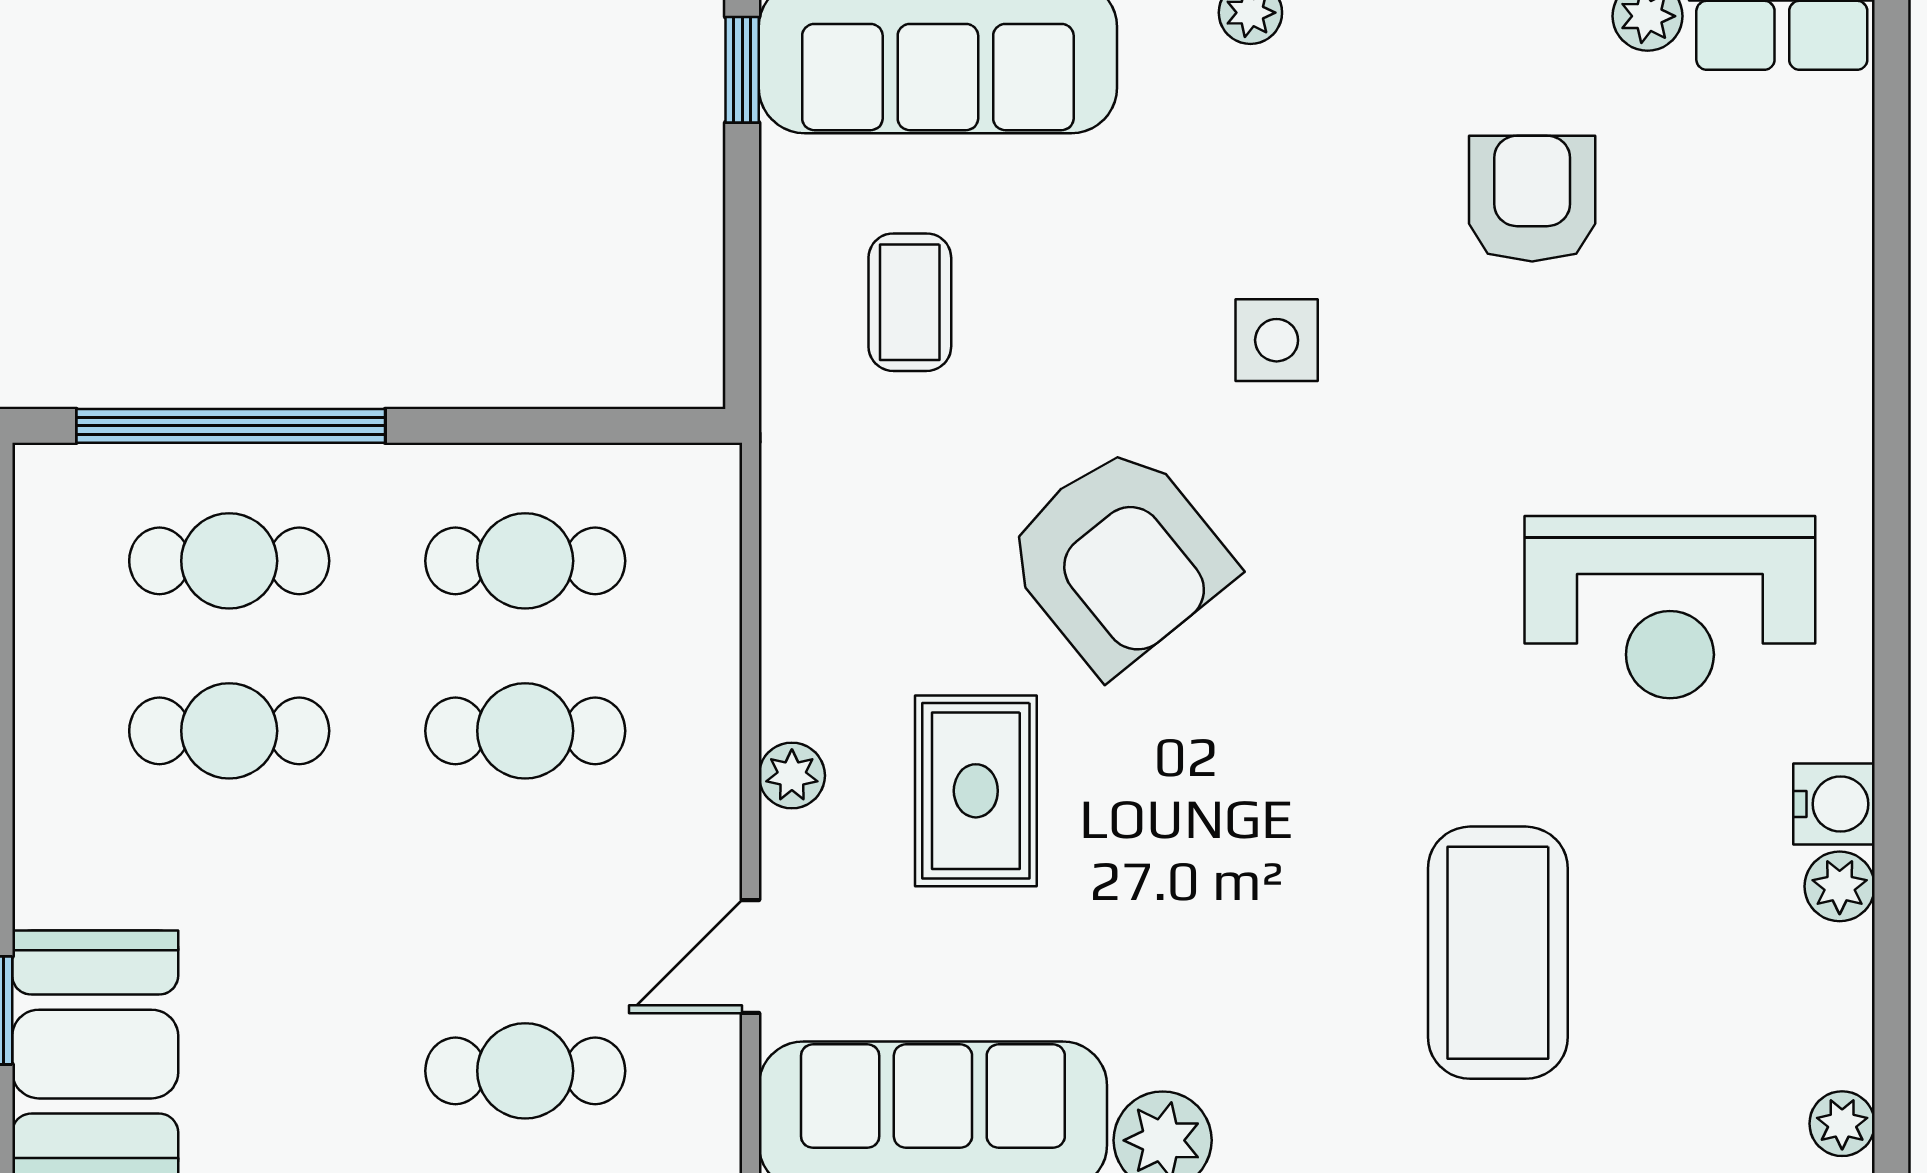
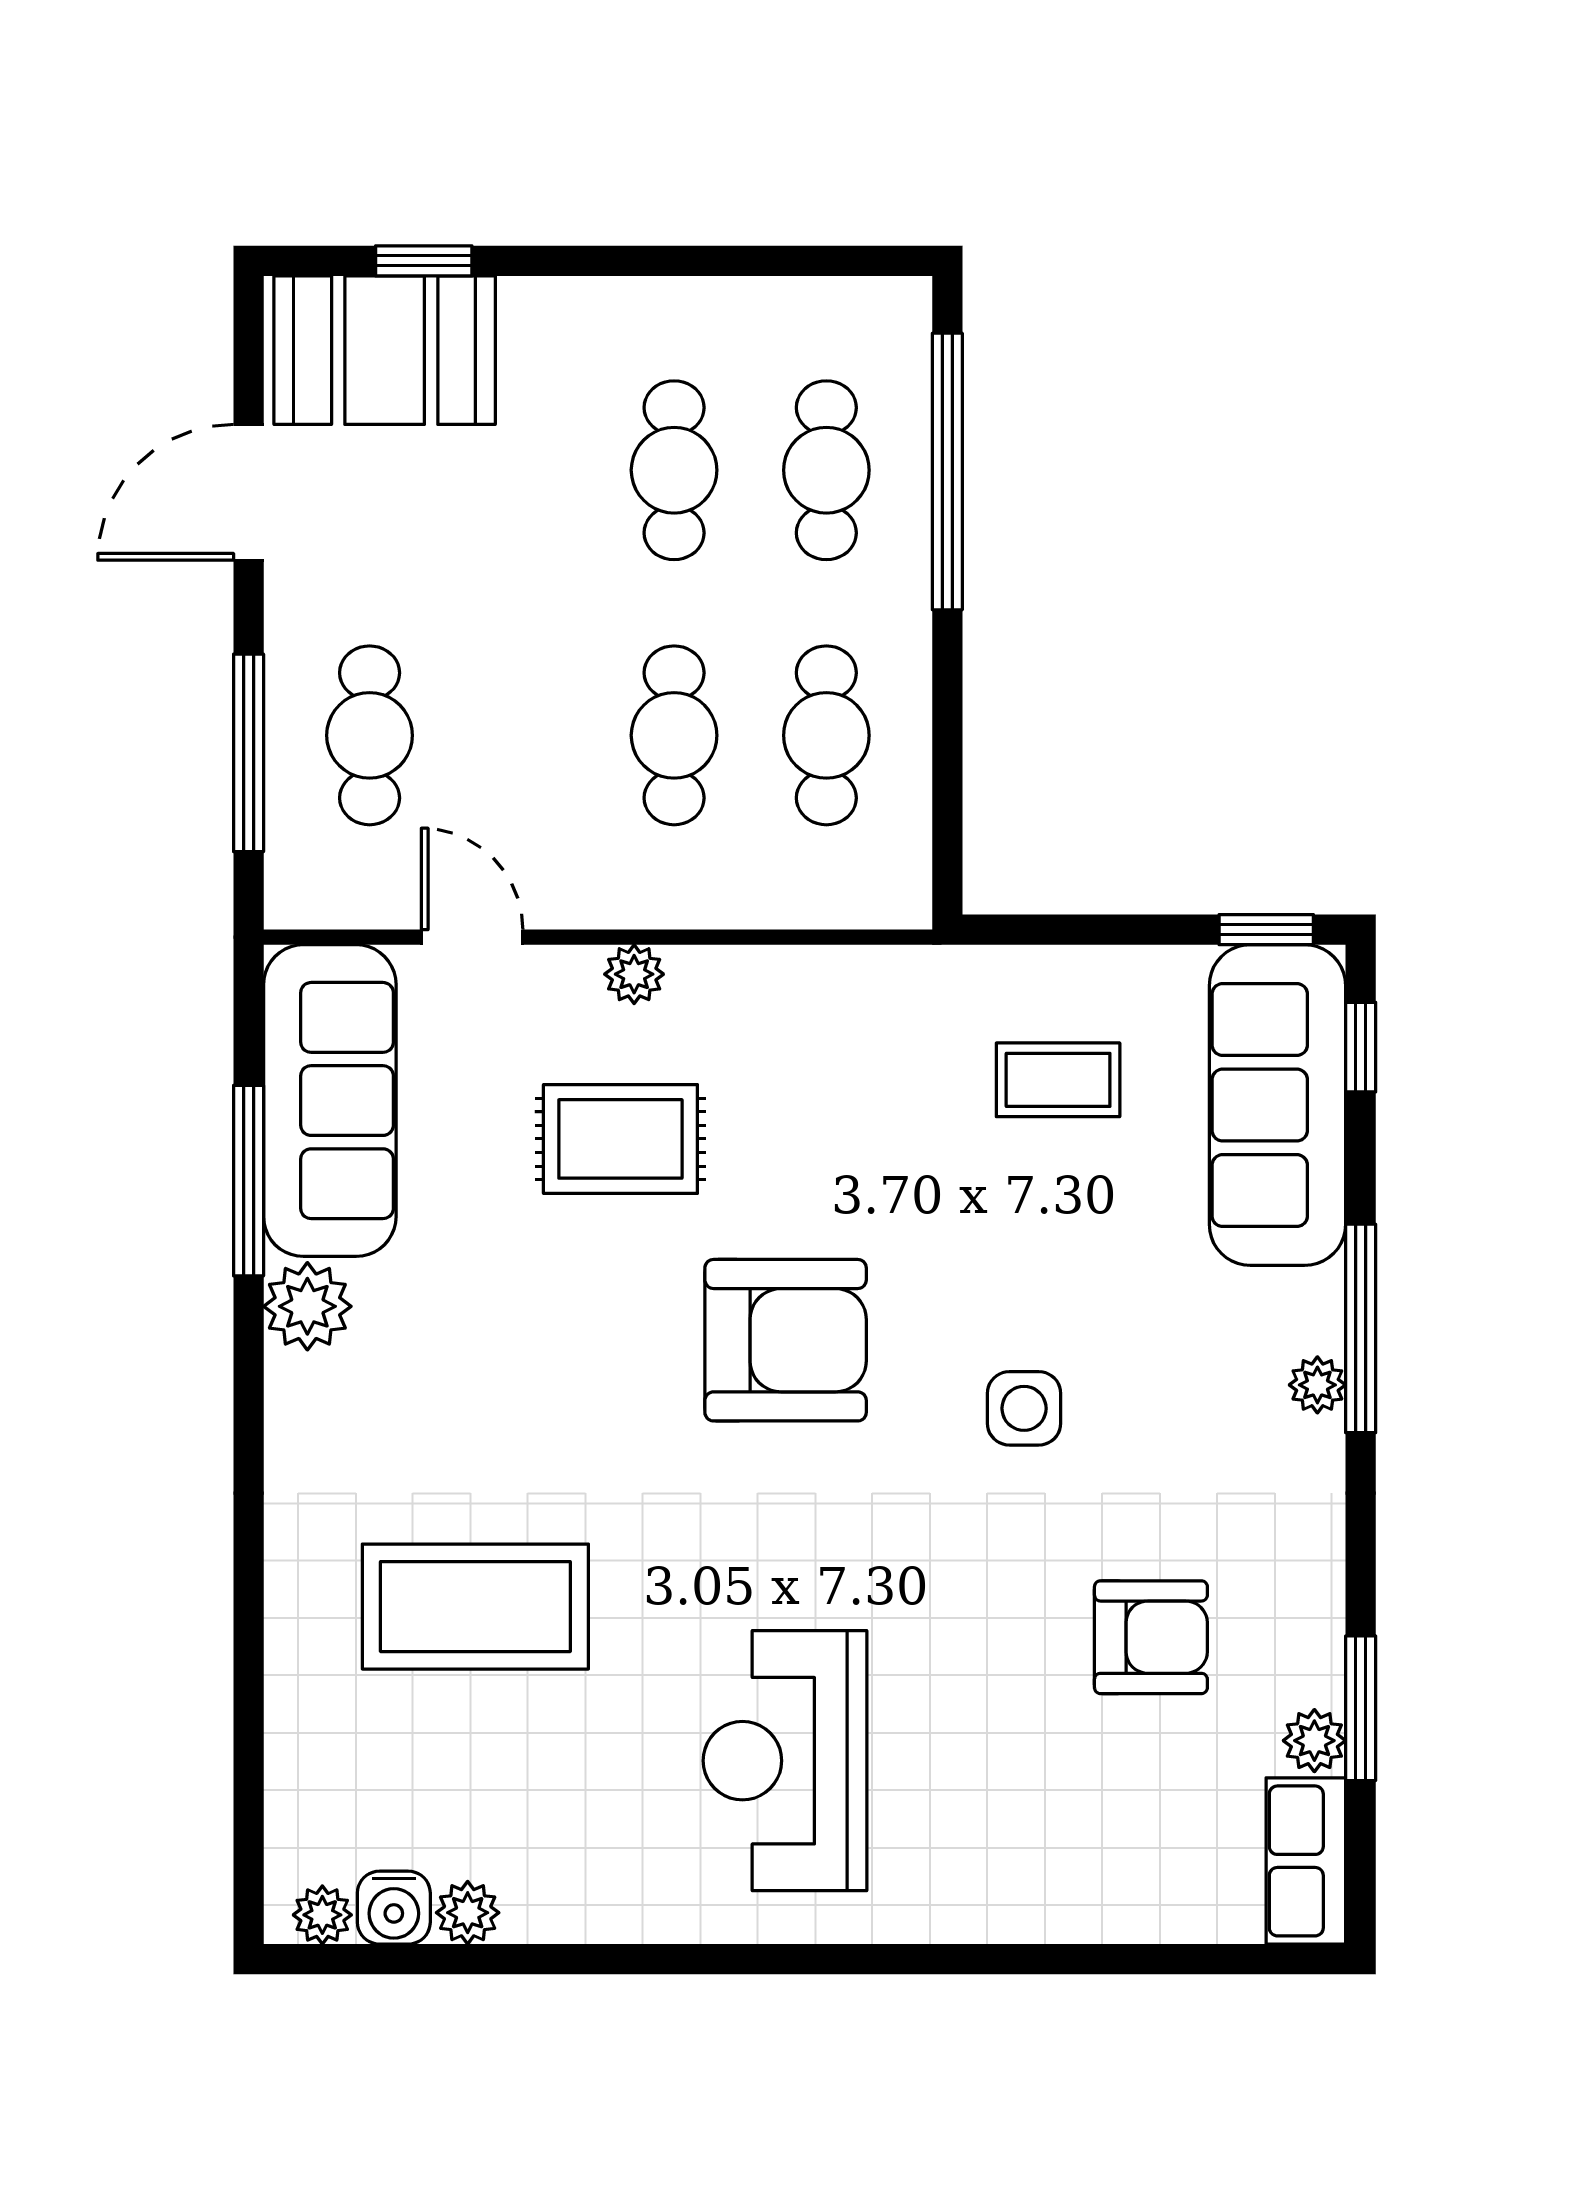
armchair: (1118, 559) -> (786, 1340), moved, turned -141
water cooler: (1834, 804) -> (394, 1908), moved
plant: (1840, 886) -> (468, 1913), moved

